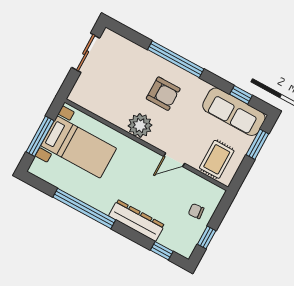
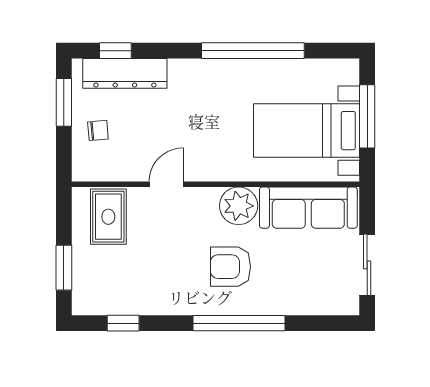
sofa: (234, 112) -> (308, 208), moved, turned 180
dresser: (137, 220) -> (125, 73), moved
window: (207, 237) -> (64, 102), width x1.50

